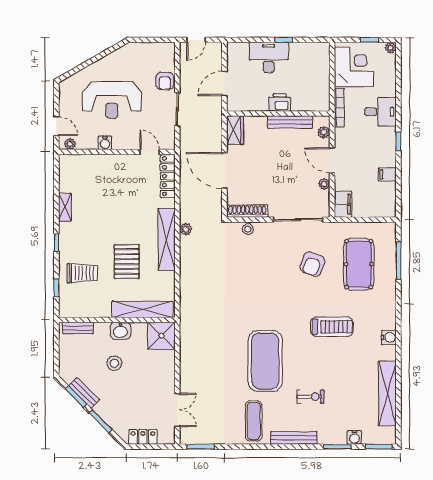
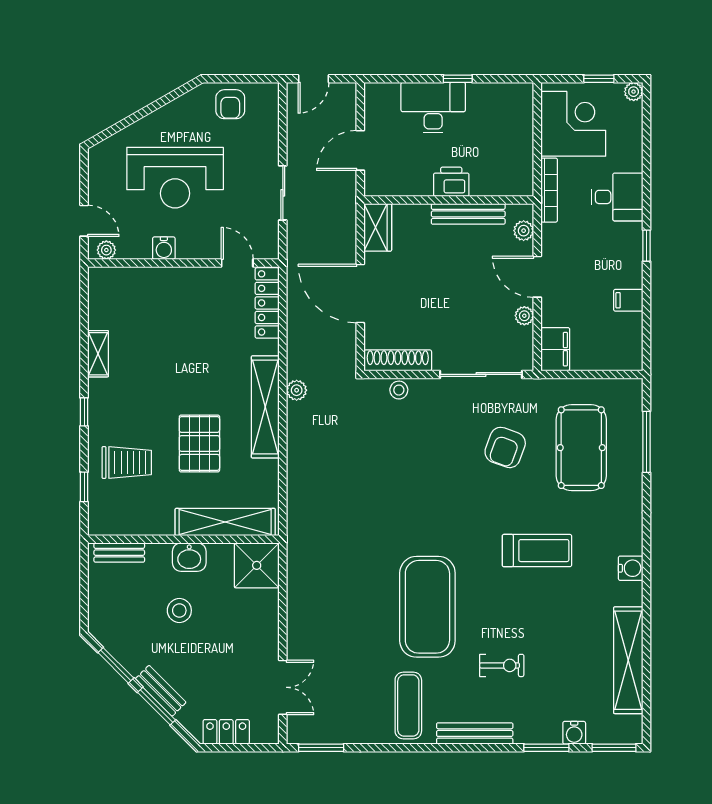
armchair: (165, 81) -> (230, 104), moved
bench: (84, 393) -> (161, 691), moved

